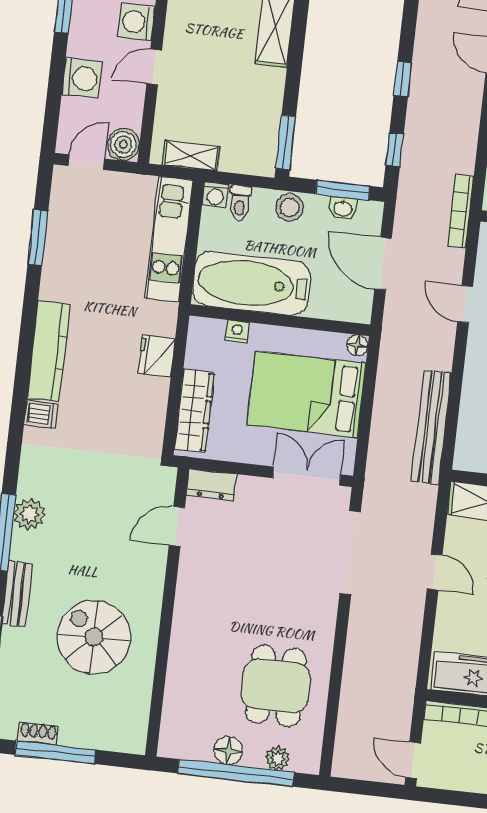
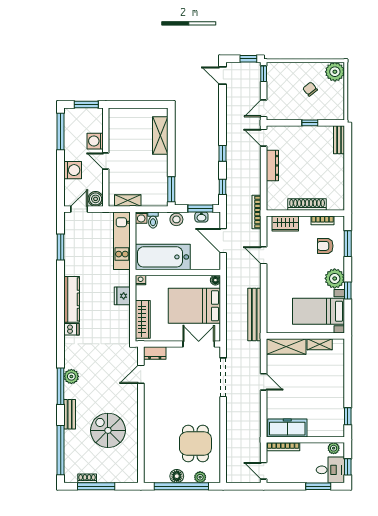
door: (154, 67) -> (106, 161), hinge flipped
nightstand: (237, 331) -> (141, 280), moved

